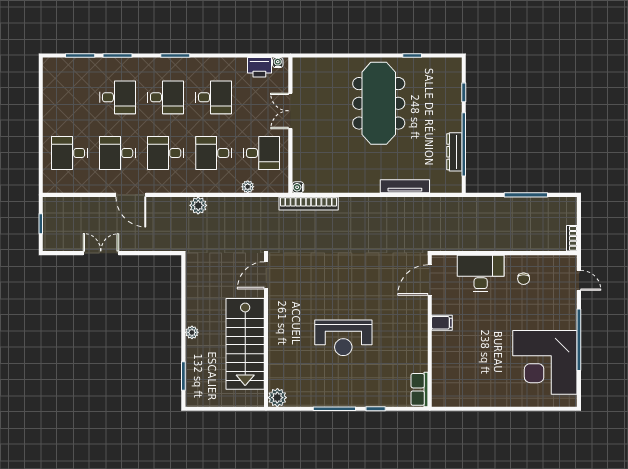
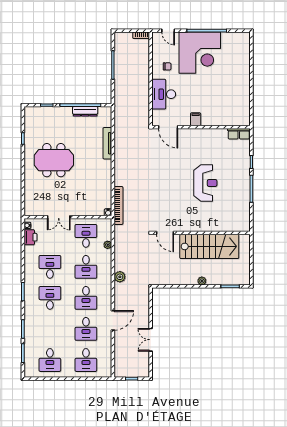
desk: (118, 97) -> (50, 360), moved, turned 180
meeting table: (379, 103) -> (54, 160), width x0.73
door: (579, 280) -> (168, 31), swing flipped
corner desk: (545, 362) -> (200, 53), moved
plant: (277, 398) -> (244, 226), removed

